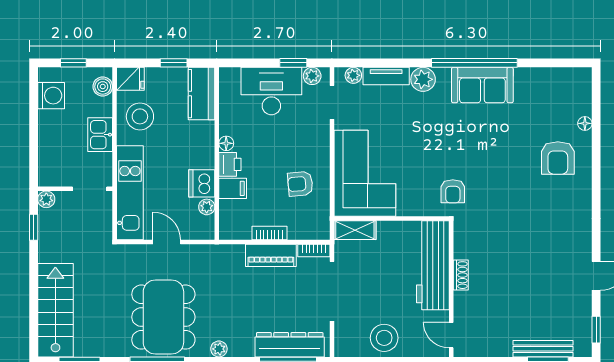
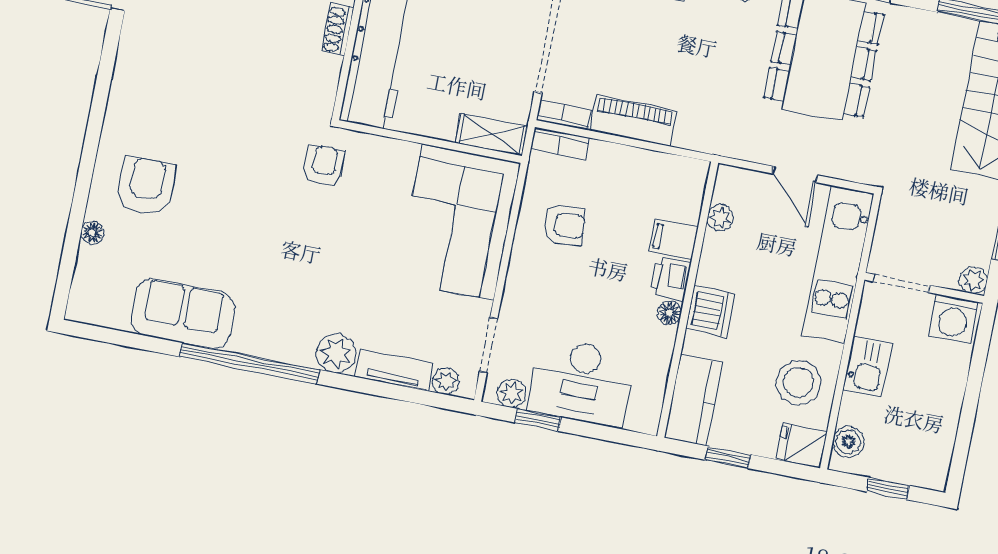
sofa: (482, 85) -> (183, 314), moved
washing machine: (51, 96) -> (953, 319), moved, turned -90
dishwasher: (202, 183) -> (710, 311), moved
bookcase: (269, 233) -> (560, 143), moved

